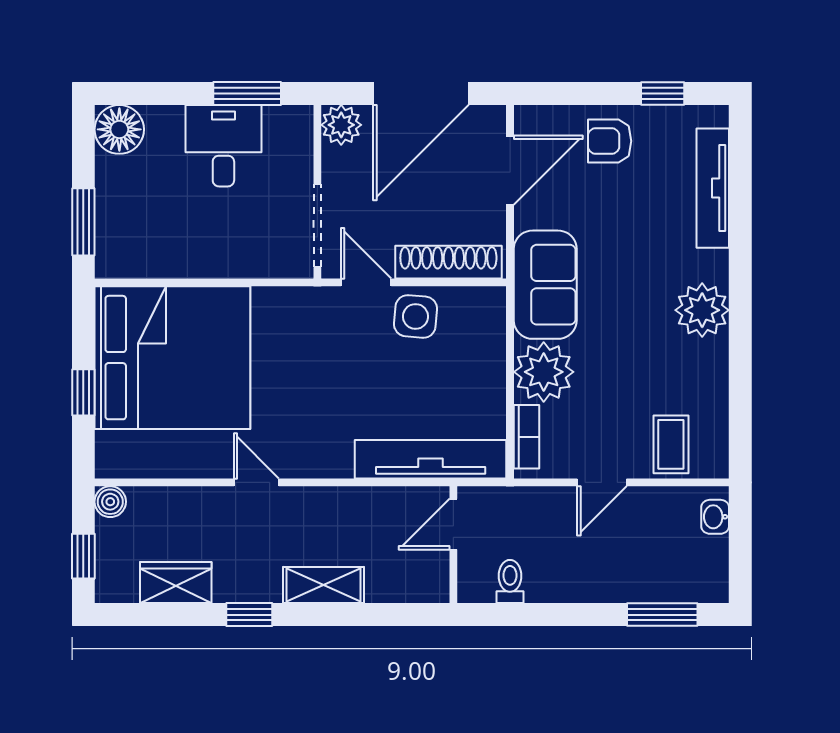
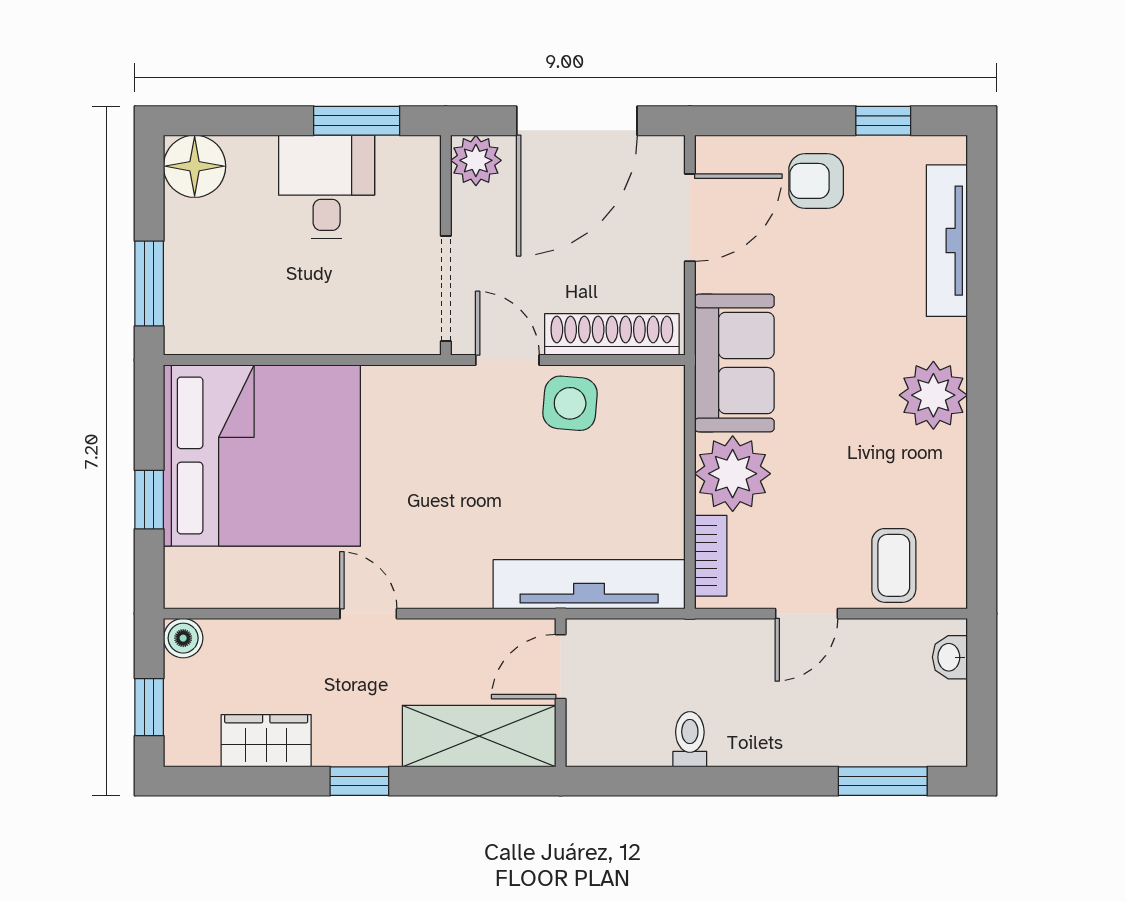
door: (453, 524) -> (561, 667), moved
wall: (453, 545) -> (561, 693), moved
shelving: (324, 585) -> (479, 736), width x1.50, depth x1.33

